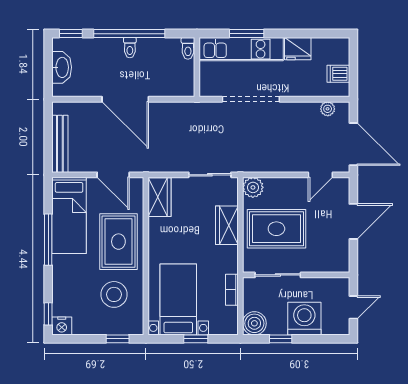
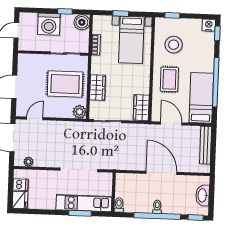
fridge: (298, 49) -> (20, 200), moved, turned 90
window: (48, 240) -> (216, 82), width x1.46
rug: (118, 242) -> (169, 79), width x0.73, depth x0.70

